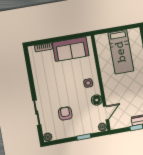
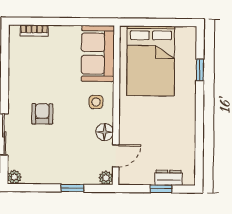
sofa: (71, 49) -> (98, 54), moved, turned 90
bed: (121, 52) -> (151, 61), width x1.50
armchair: (65, 113) -> (42, 114), moved

